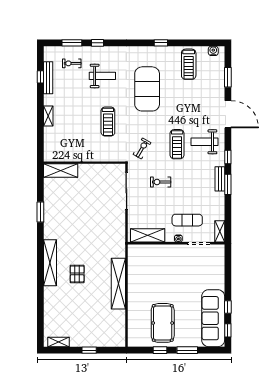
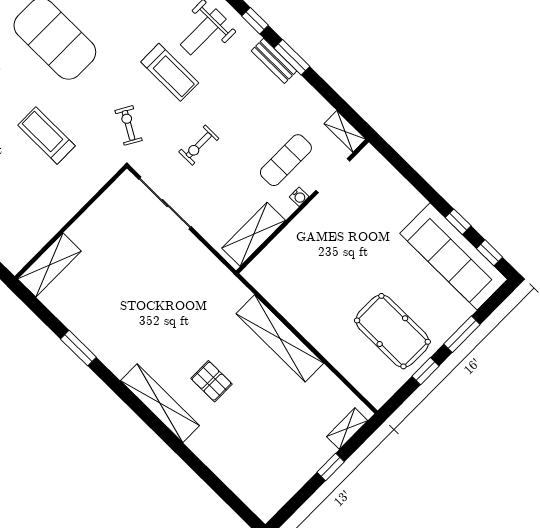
treadmill: (108, 122) -> (46, 135), turned 180
shelving: (58, 342) -> (347, 429), moved

